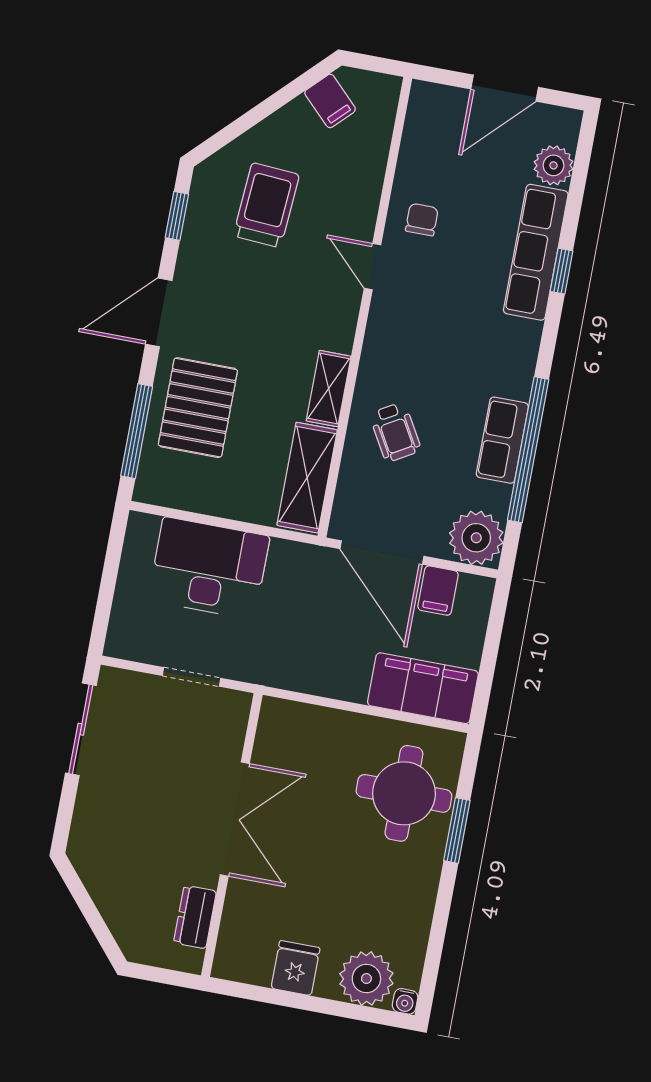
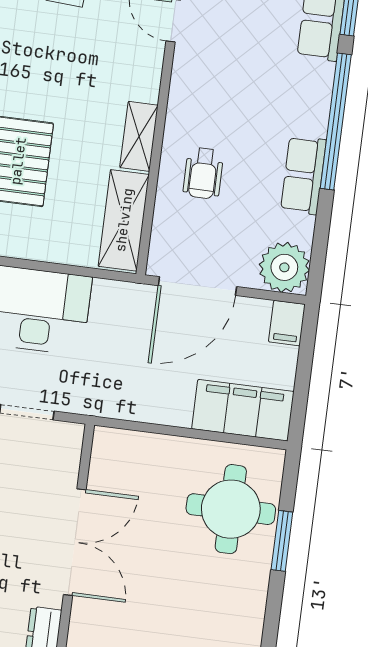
wheelchair: (395, 432) -> (203, 173), turned 30
window: (528, 450) -> (336, 122), moved
door: (382, 552) -> (197, 286), hinge flipped
filing cabinet: (438, 591) -> (287, 323), moved

